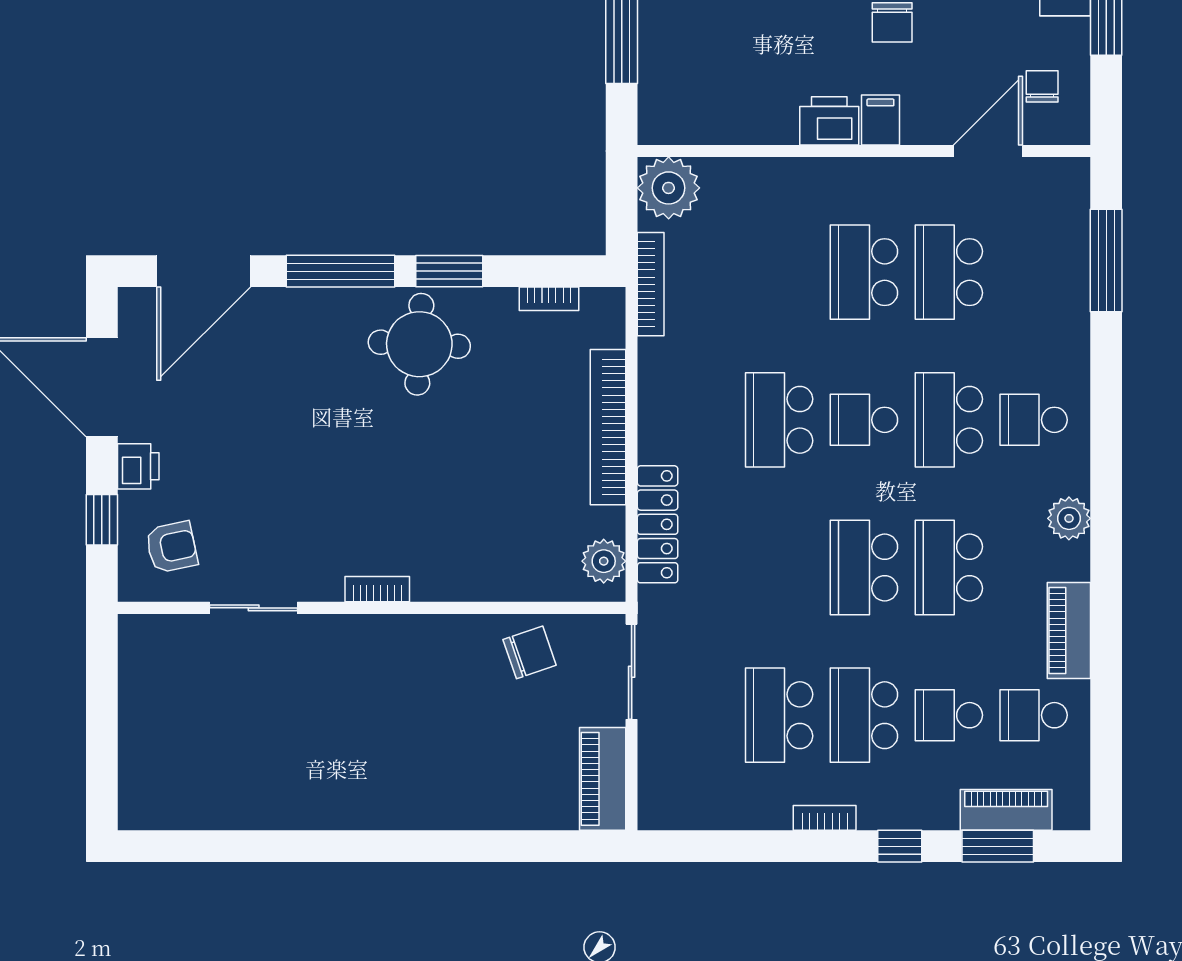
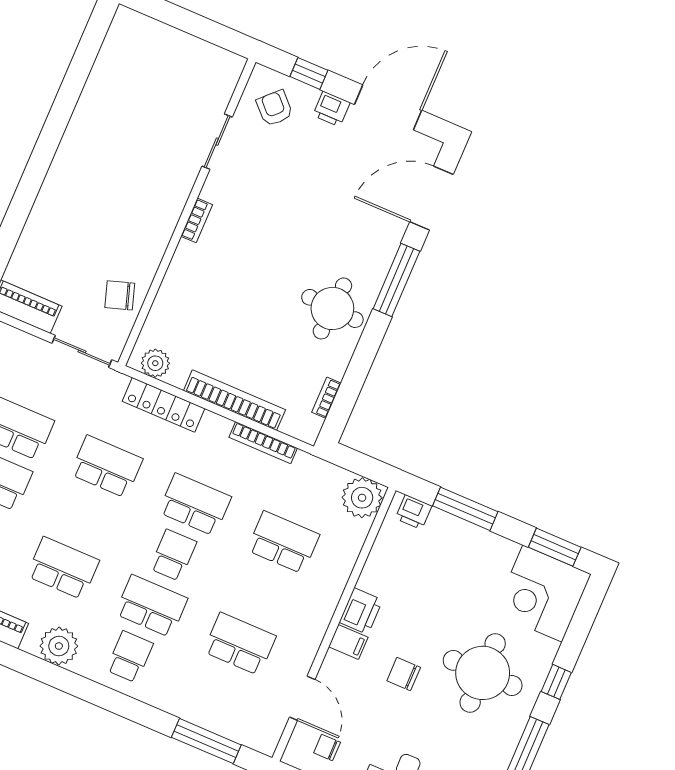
chair: (1042, 86) -> (327, 747), turned 180
printer: (658, 107) -> (414, 512), added
door: (204, 271) -> (431, 198), hinge flipped
window: (449, 271) -> (369, 345), removed
school desk: (864, 272) -> (283, 542), moved
bookcase: (651, 284) -> (263, 443), moved
plant: (1069, 518) -> (59, 646), width x1.36, depth x1.36
armchair: (172, 547) -> (275, 108), turned 147
school desk: (864, 568) -> (106, 467), moved
chair: (530, 652) -> (120, 295), turned 91

